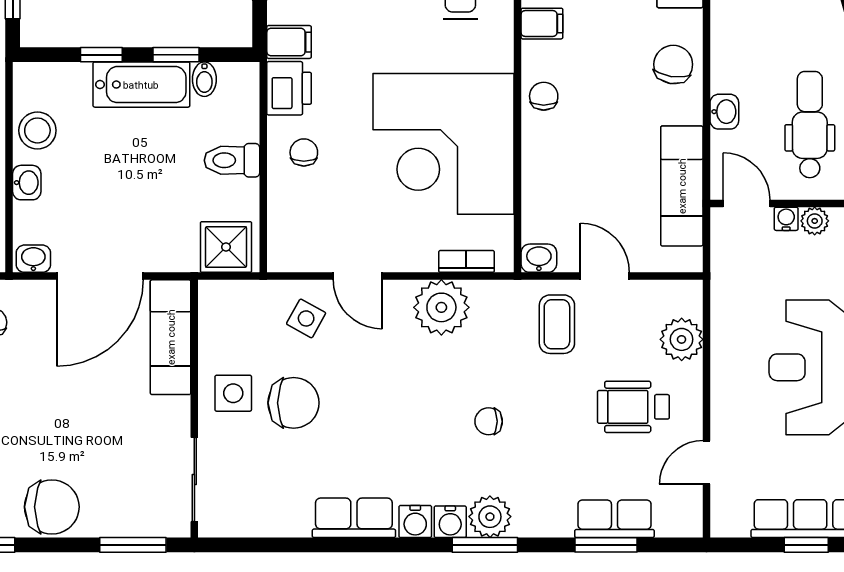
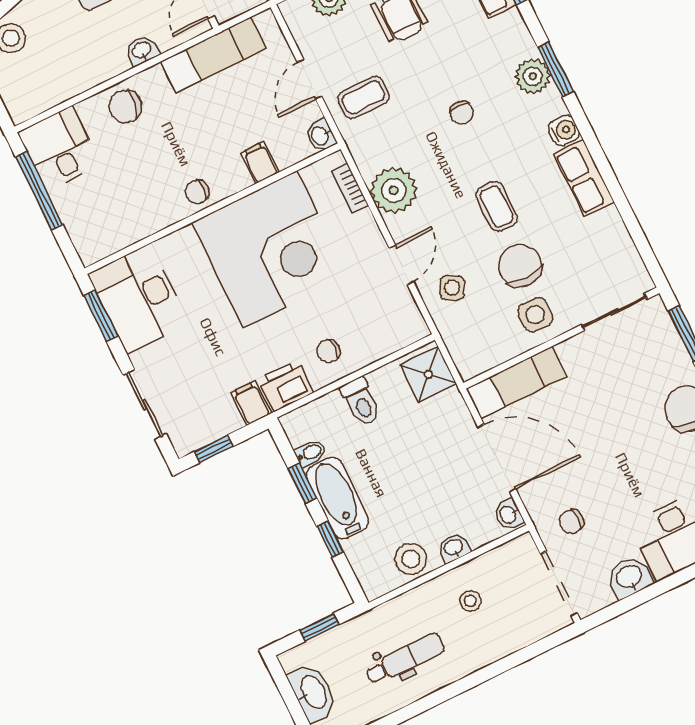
filing cabinet: (542, 24) -> (260, 163), moved
coffee table: (370, 409) -> (497, 206), added
water cooler: (450, 522) -> (551, 104), removed

